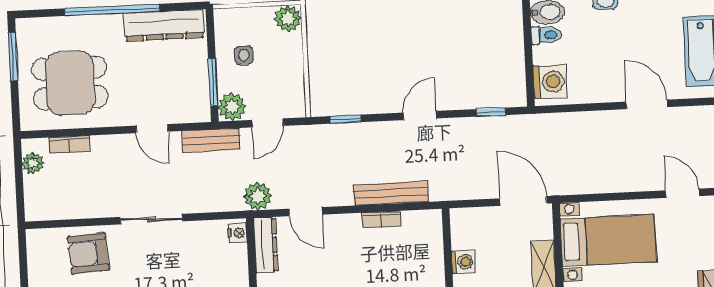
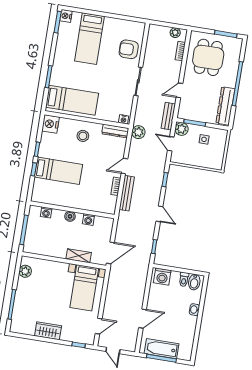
plant: (288, 19) -> (216, 163), removed
door: (306, 212) -> (124, 166), moved
armchair: (88, 253) -> (129, 49), turned -86

